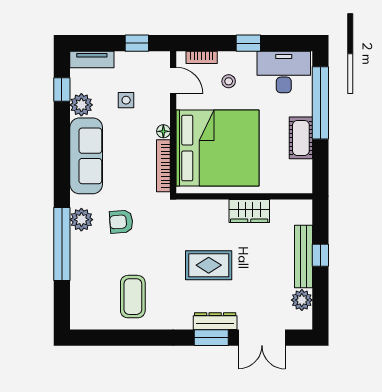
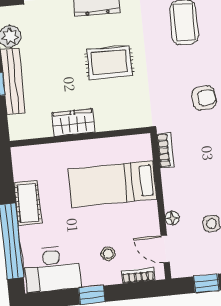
floor lamp: (163, 131) -> (172, 218), moved
bed: (218, 148) -> (113, 184), width x0.49
bookcase: (163, 166) -> (165, 150), width x0.64

